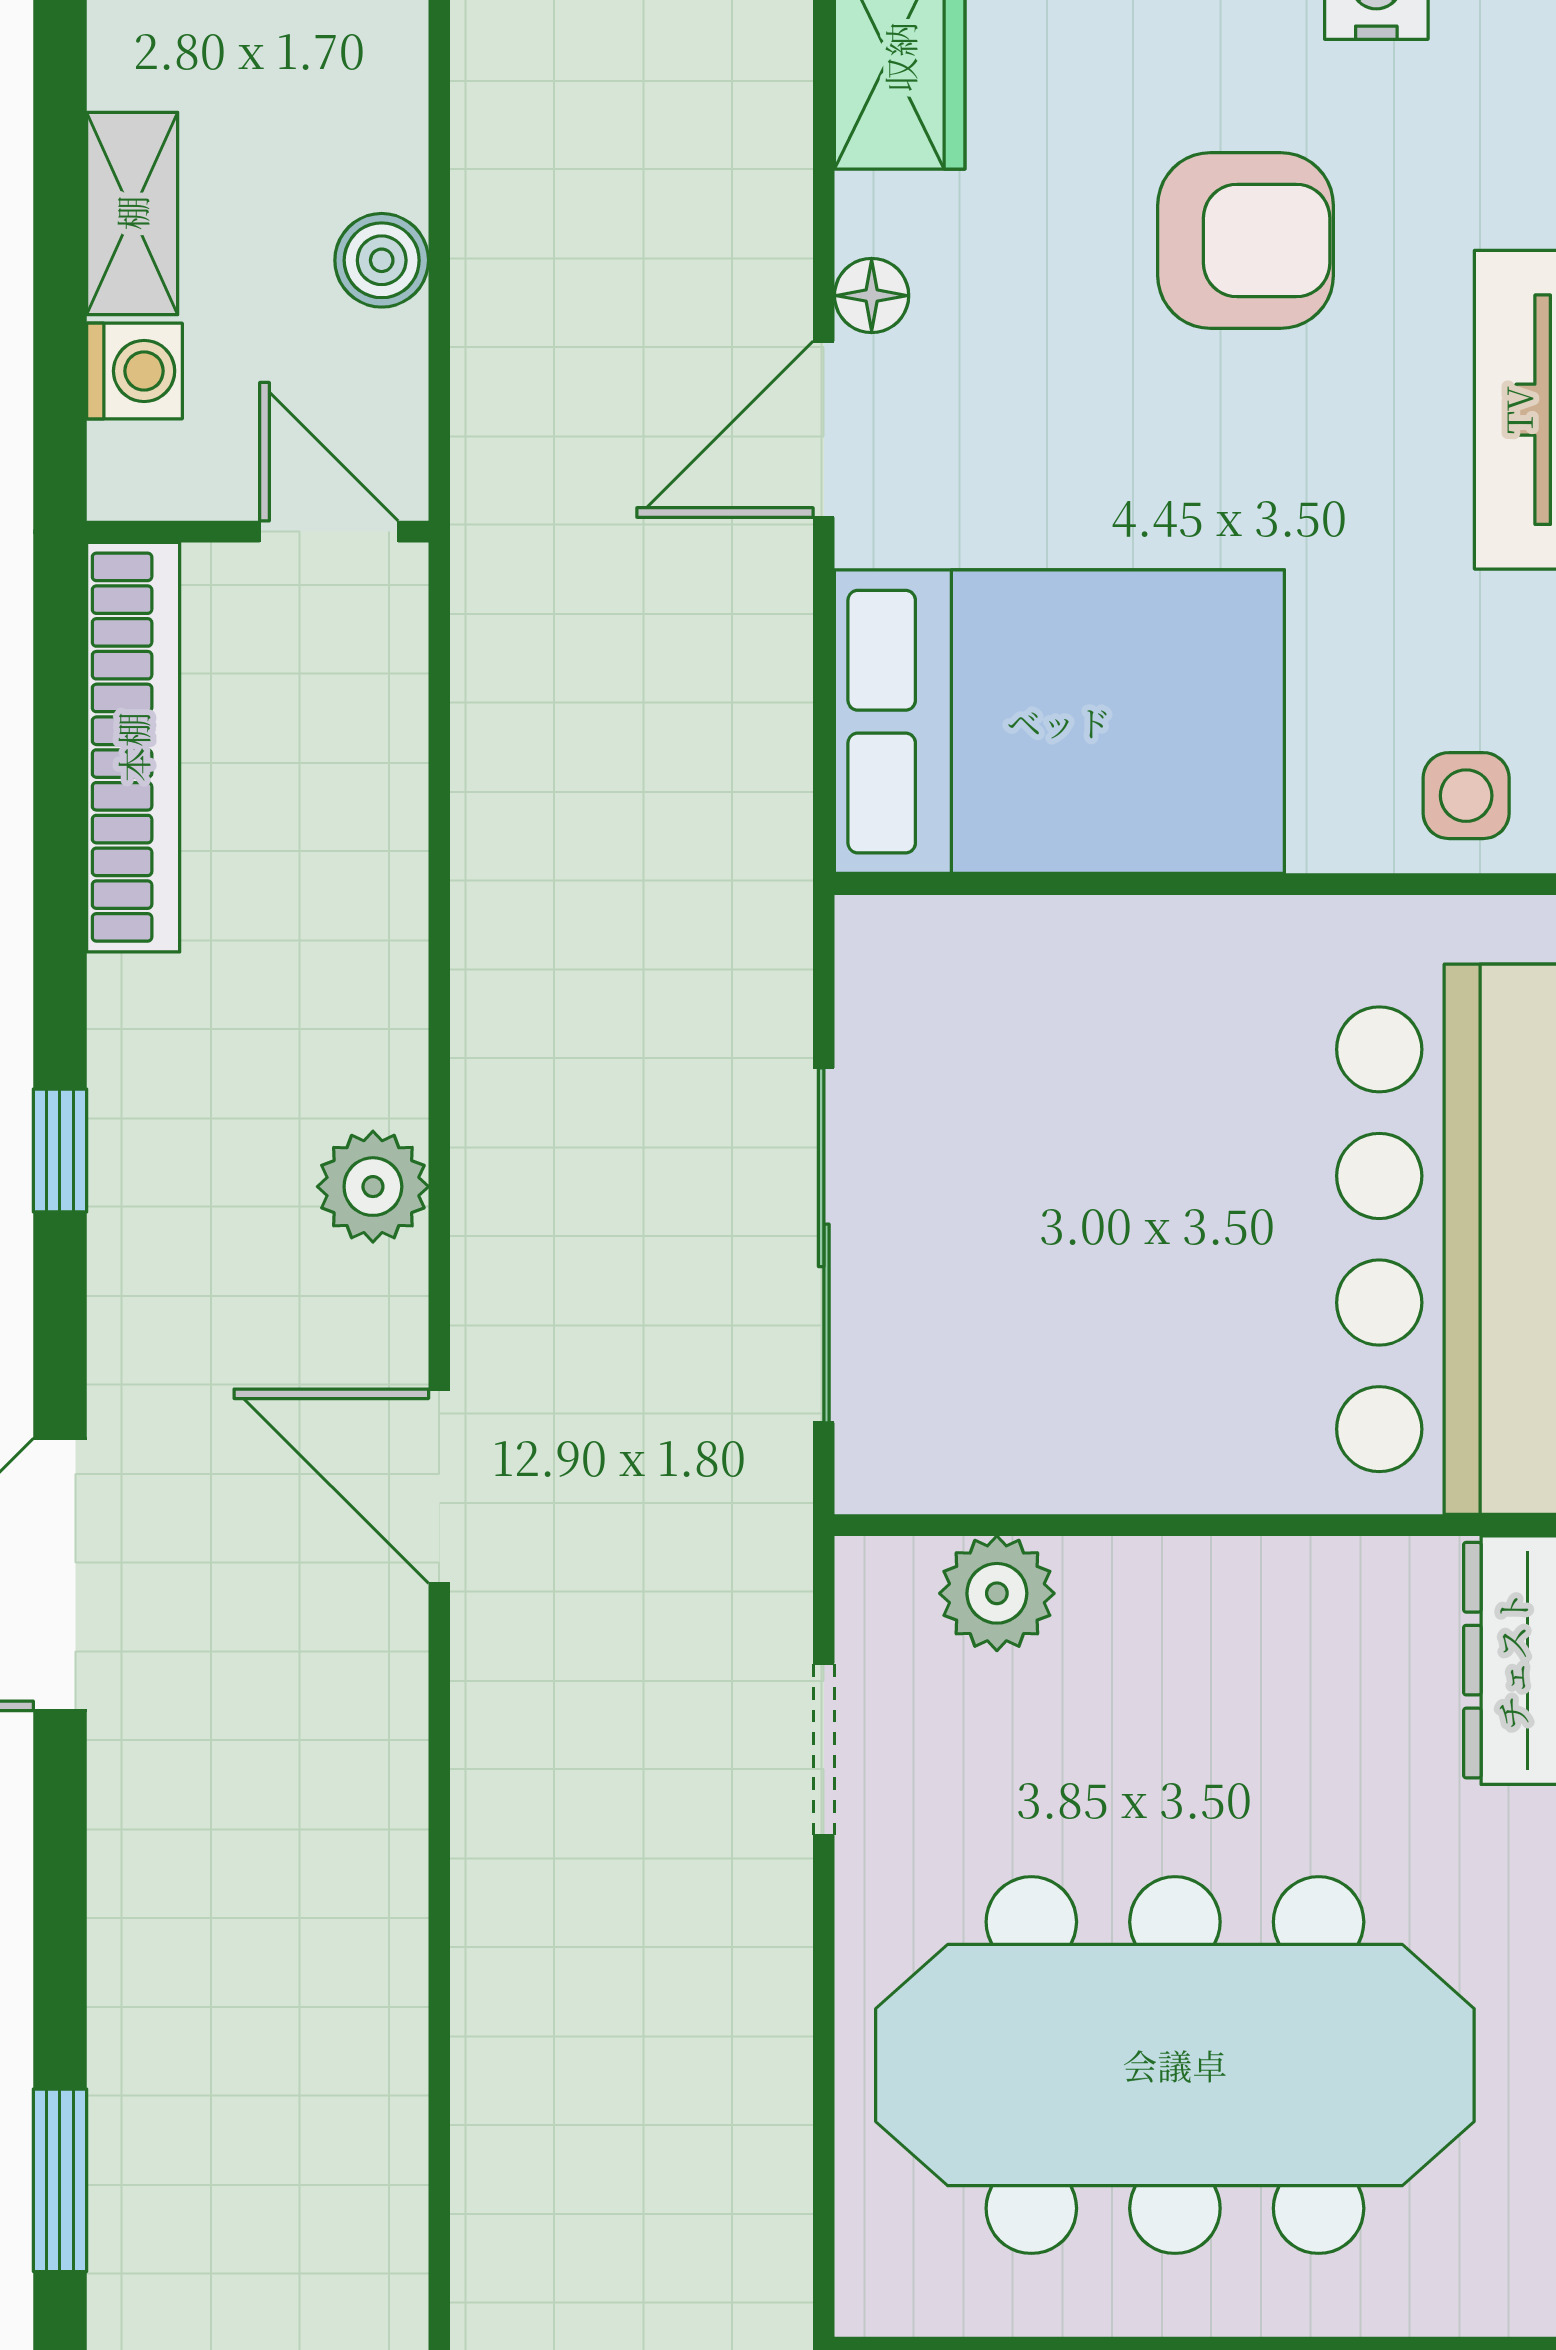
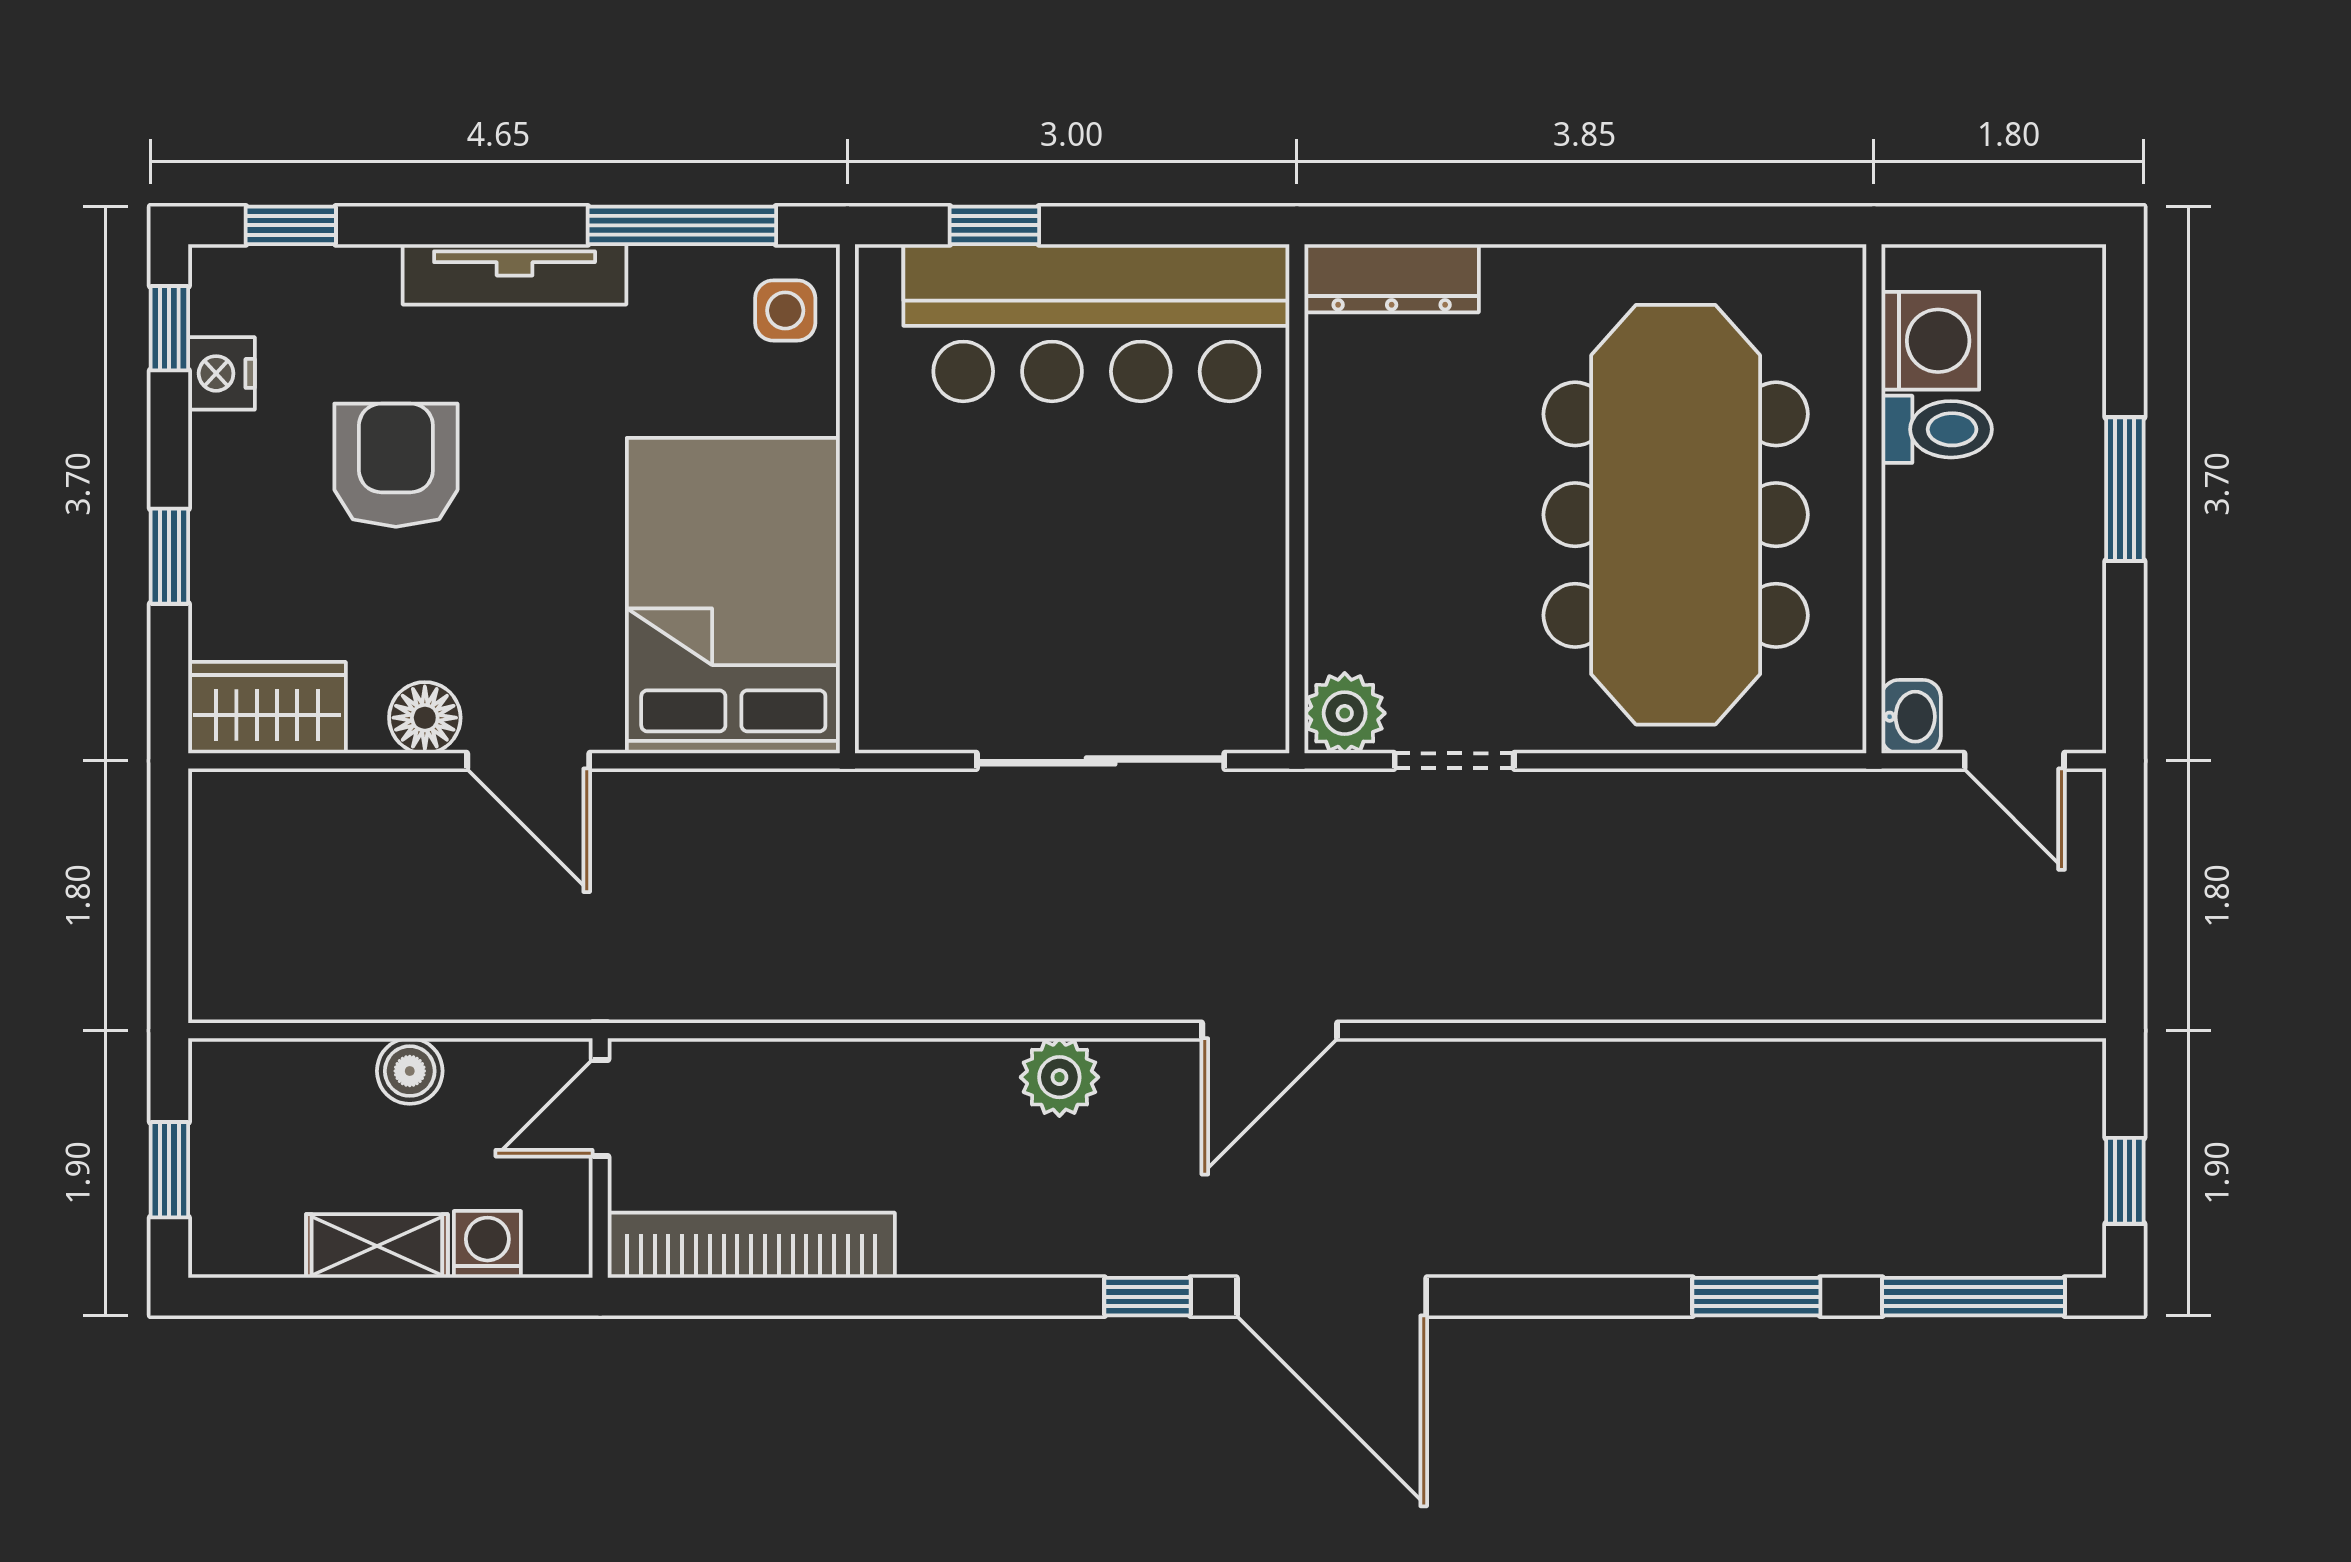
floor lamp: (872, 296) -> (425, 718), width x1.37, depth x1.37
window: (60, 1151) -> (1147, 1297), moved
plant: (997, 1593) -> (1345, 713), moved

